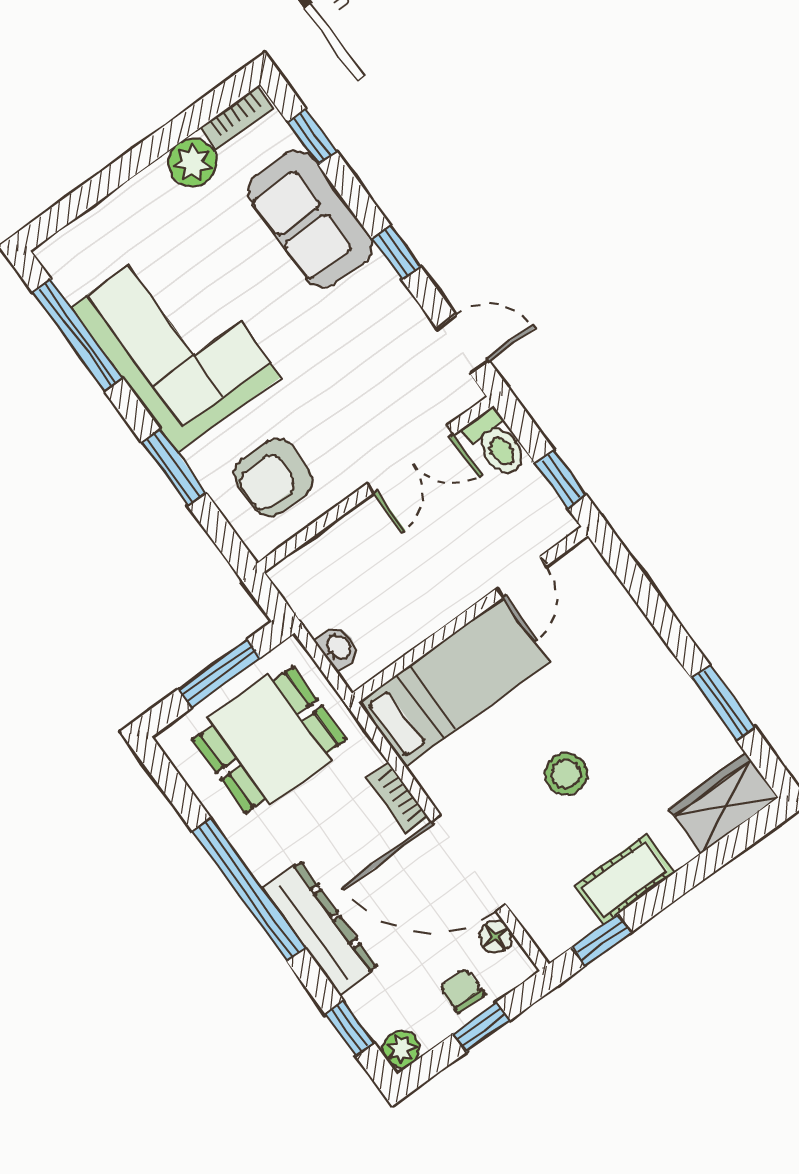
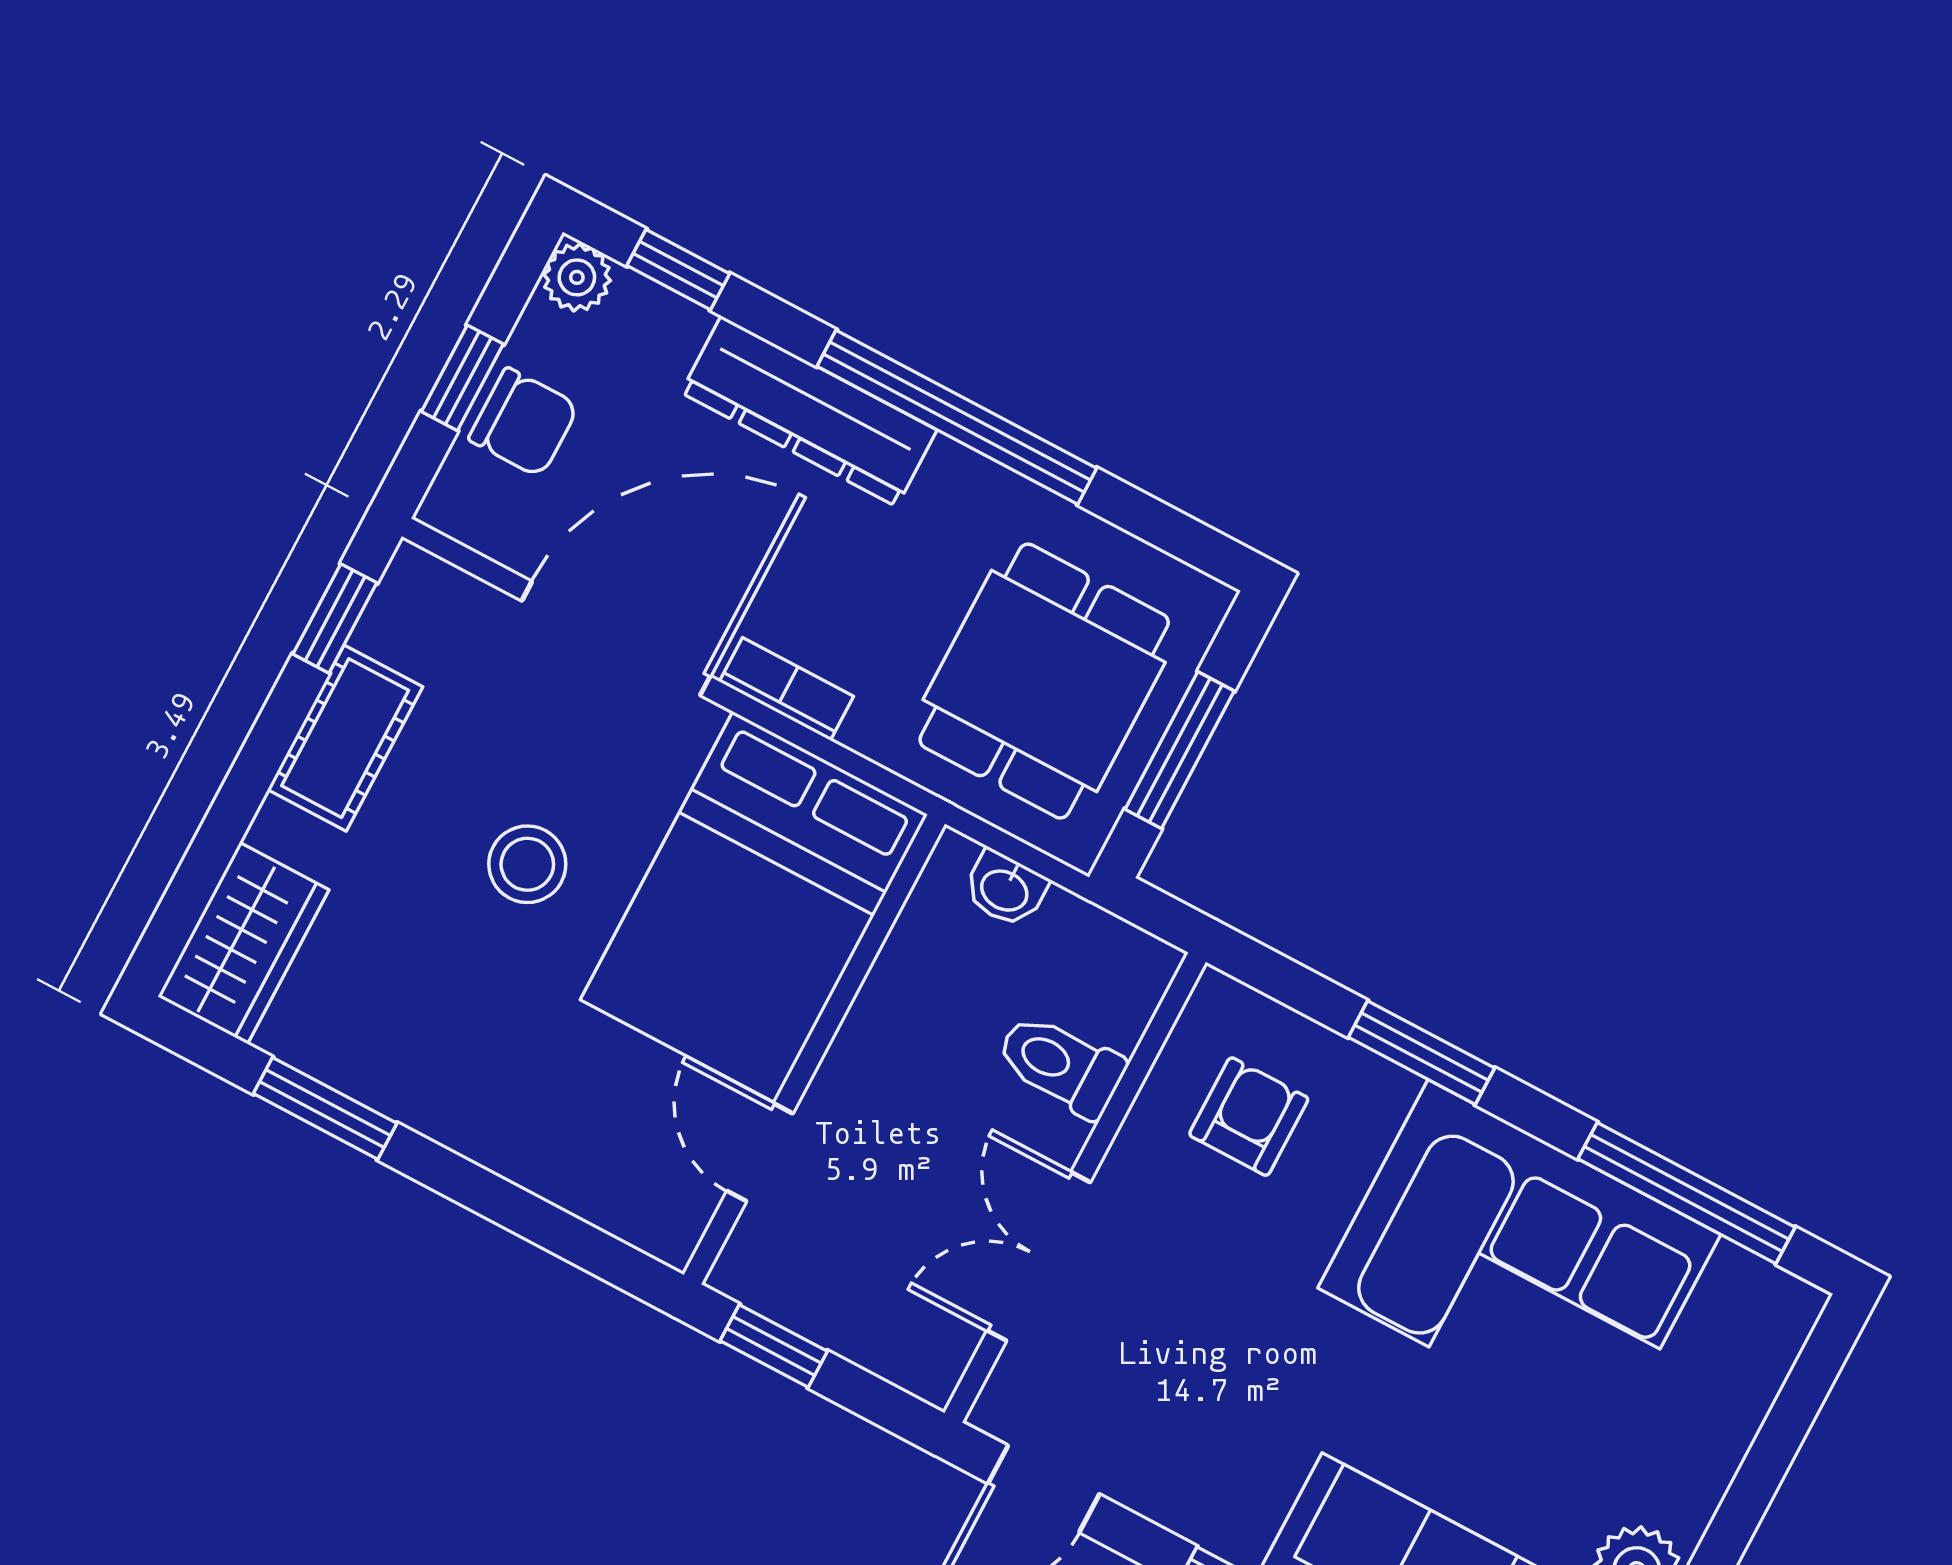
toilet: (497, 444) -> (1061, 1065), moved
armchair: (274, 478) -> (1249, 1117), width x0.72, depth x0.72
bed: (454, 682) -> (754, 907), width x1.50
floor lamp: (495, 937) -> (512, 539), removed
chair: (462, 991) -> (524, 422), width x1.37, depth x1.37

